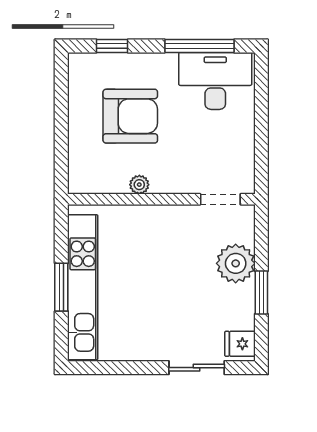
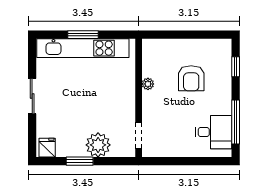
desk: (215, 81) -> (213, 132), width x0.73
armchair: (130, 116) -> (191, 78), width x0.73, depth x0.73
sliding door: (197, 368) -> (32, 96), moved

